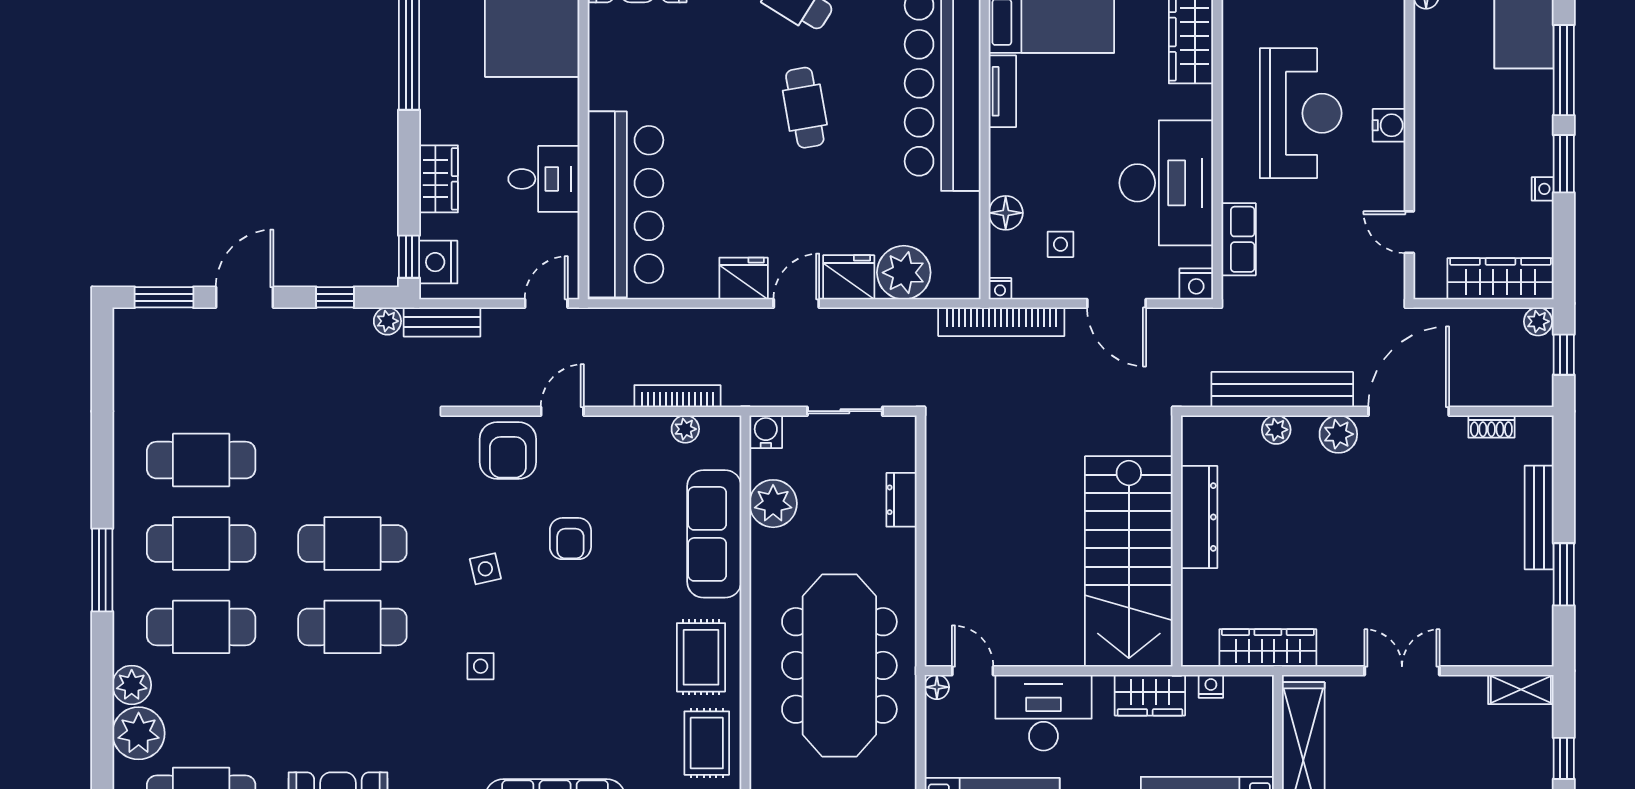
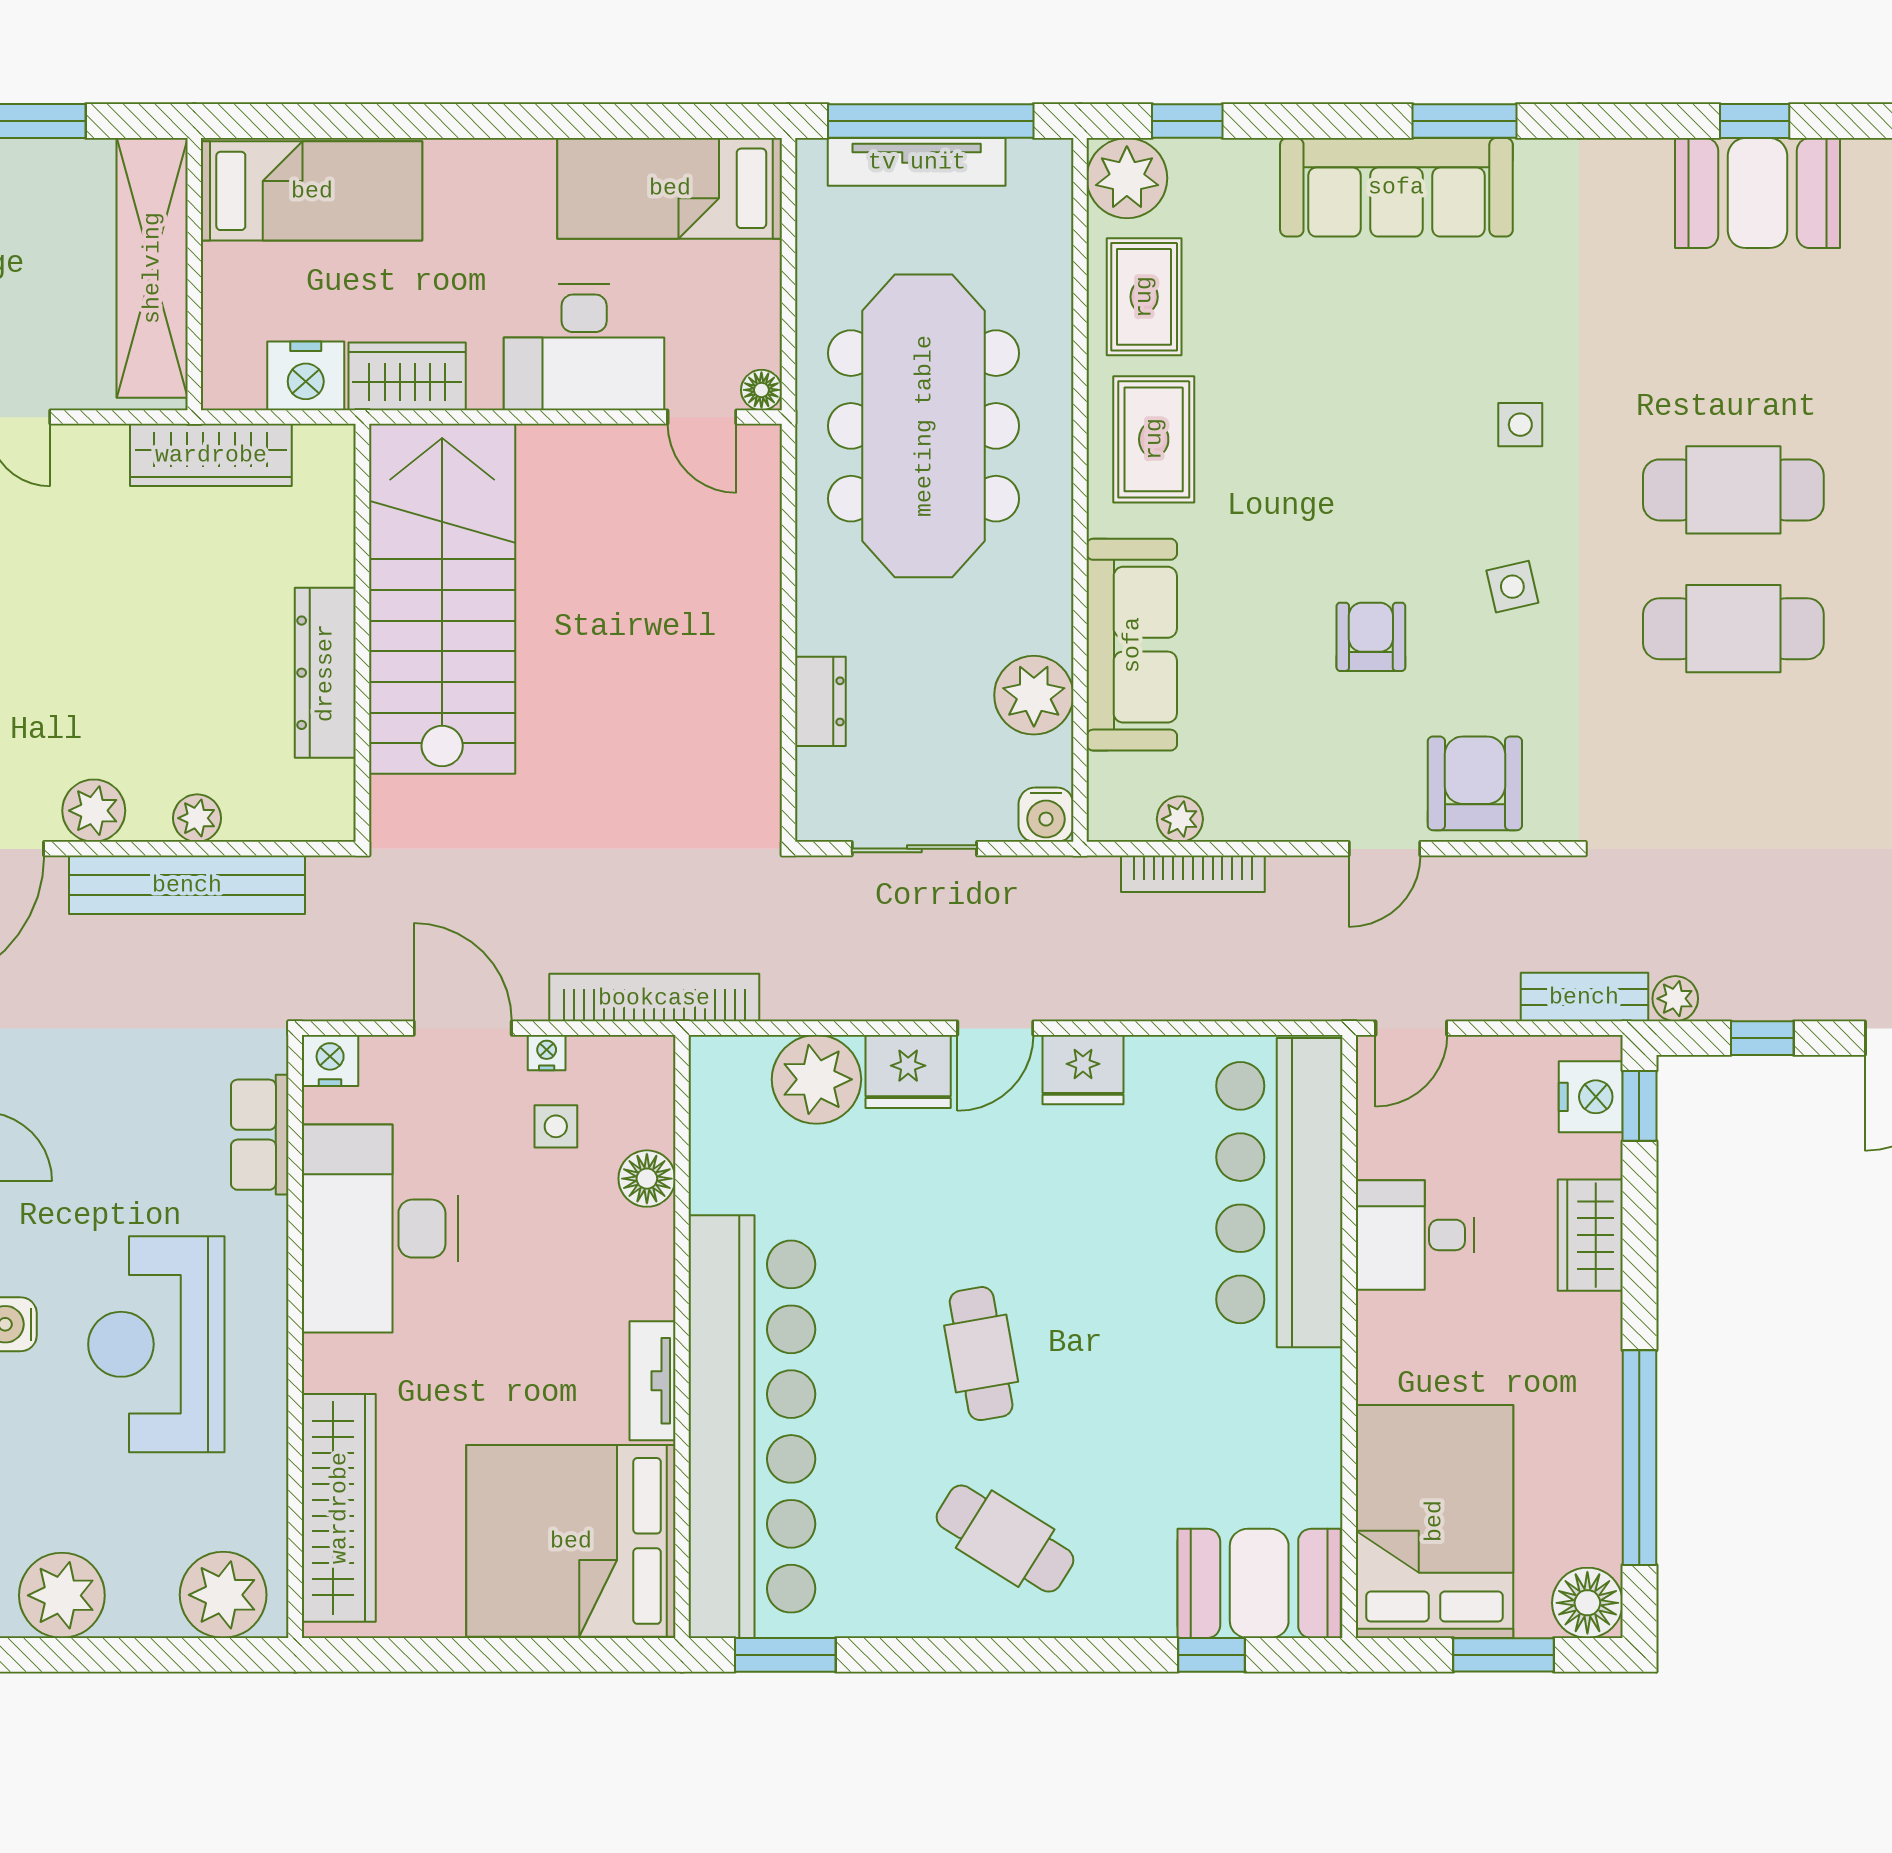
nightstand: (1000, 289) -> (547, 1053), moved
nightstand: (1211, 686) -> (306, 376), width x1.89, depth x1.79

